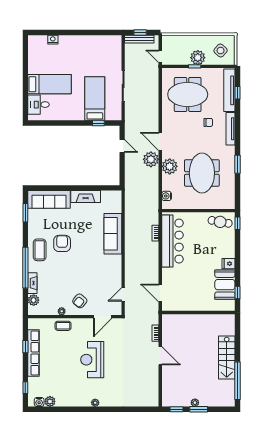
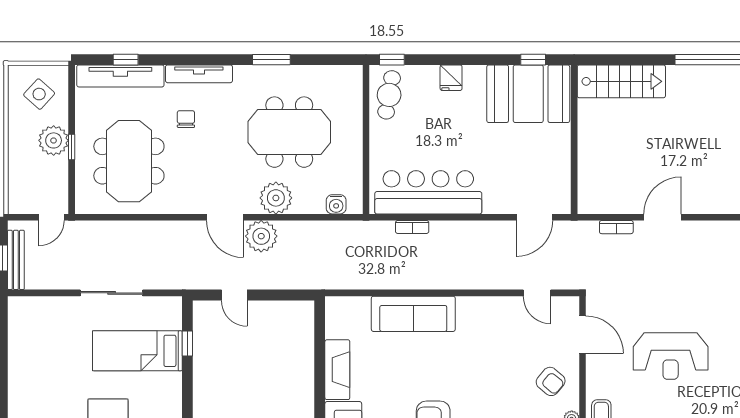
door: (160, 141) -> (225, 217), hinge flipped
door: (122, 146) -> (234, 295), swing flipped
fridge: (229, 264) -> (451, 78), moved
booth: (225, 285) -> (528, 94), width x1.36, depth x1.42
stairs: (227, 357) -> (621, 81), moved

